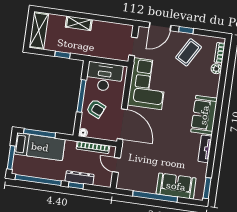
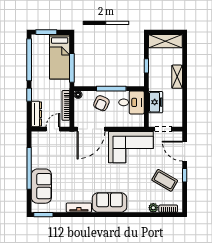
freezer: (103, 50) -> (156, 102), added
desk: (104, 77) -> (131, 102), width x0.73
window: (40, 133) -> (72, 68), moved
dresser: (80, 178) -> (36, 114), moved

